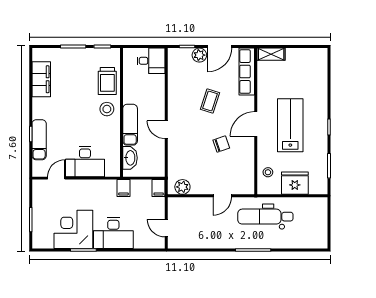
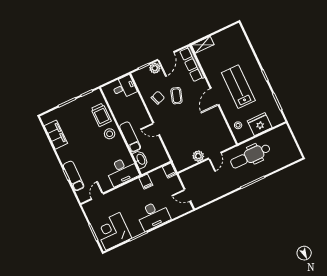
chair: (221, 144) -> (158, 98), moved
desk: (85, 162) -> (122, 171), moved
plant: (182, 187) -> (198, 156), moved
corner desk: (73, 229) -> (113, 231), moved

